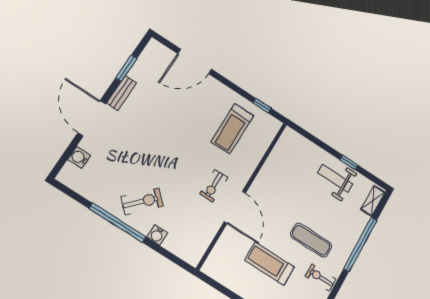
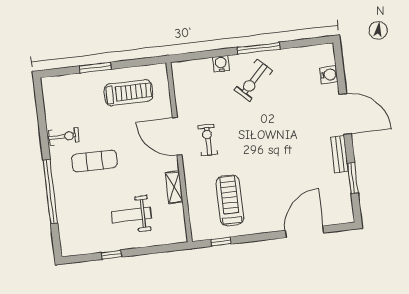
weight bench: (335, 178) -> (131, 215), moved, turned 180
shelving: (373, 201) -> (174, 187), moved
window: (117, 223) -> (259, 48), width x0.68
treadmill: (270, 264) -> (129, 93), moved

